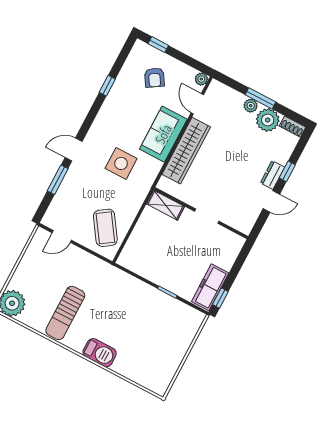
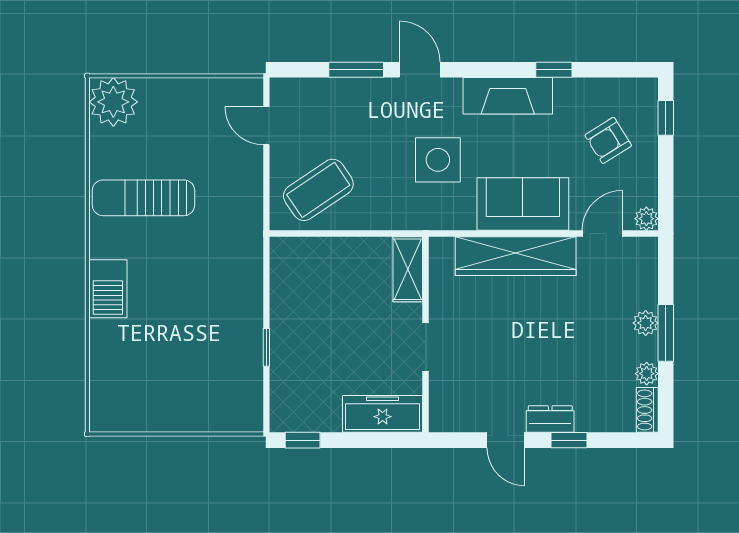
fireplace: (108, 114) -> (508, 96), added
plant: (268, 120) -> (647, 374), width x0.53, depth x0.53
freezer: (210, 287) -> (383, 414), moved

